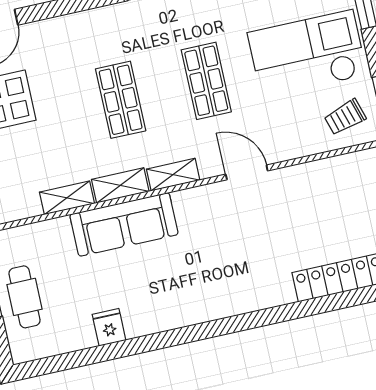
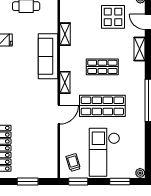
checkout: (307, 54) -> (104, 152), turned 180
shop shelf: (206, 81) -> (102, 106), width x1.43, depth x1.36
shelving: (120, 185) -> (139, 49), moved

